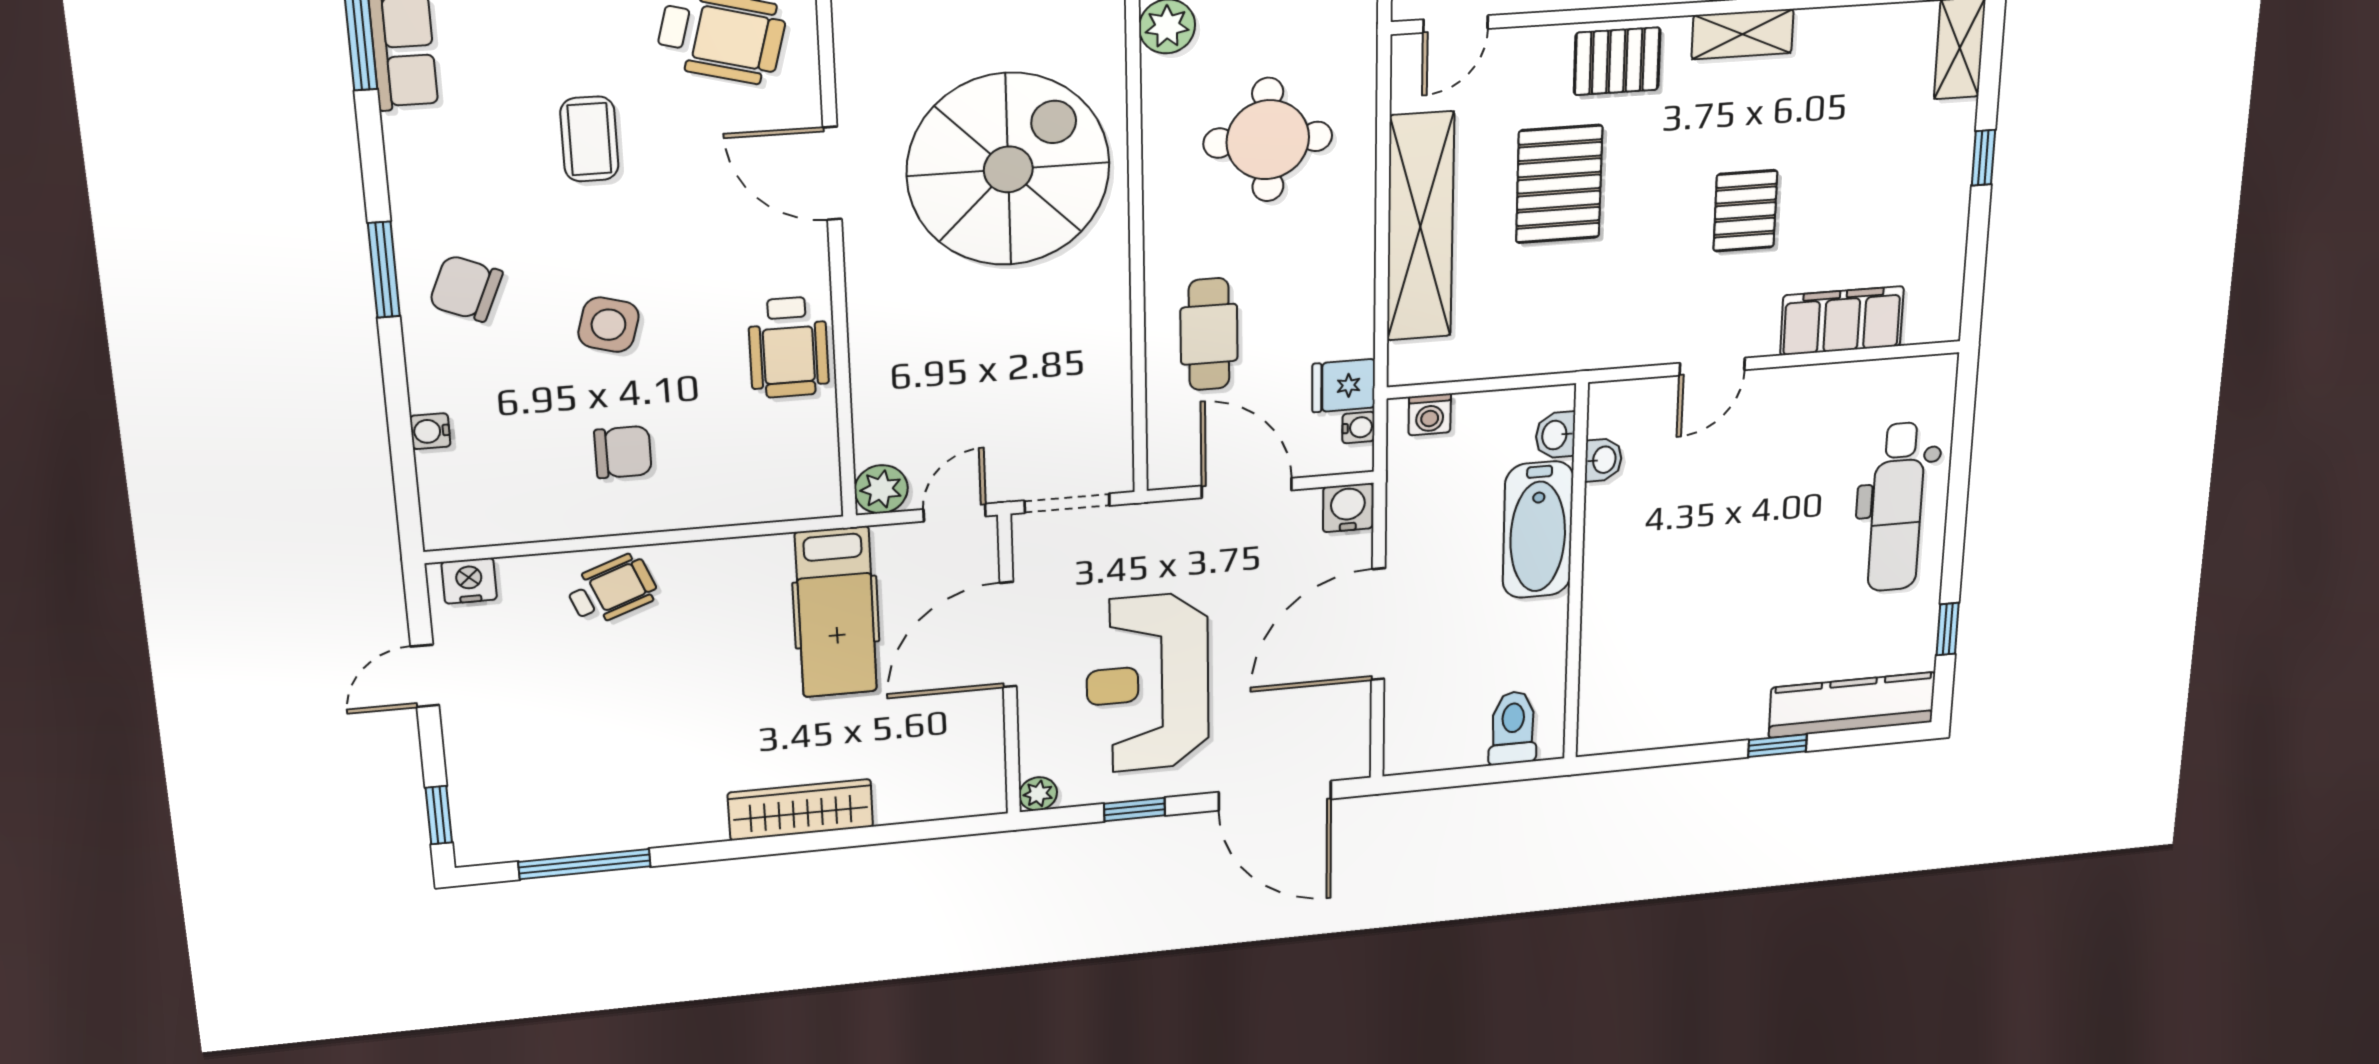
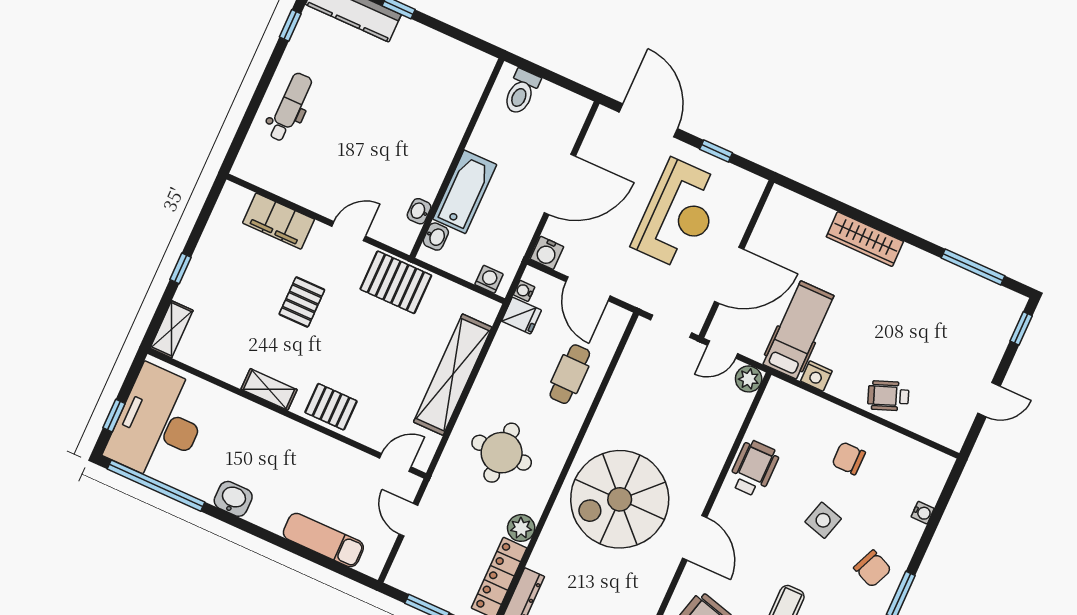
pallet: (1559, 184) -> (396, 282), moved, turned 90
dental chair: (1897, 507) -> (290, 107), width x0.73, depth x0.72
nightstand: (469, 581) -> (816, 376), moved
plant: (1038, 794) -> (756, 185), removed

